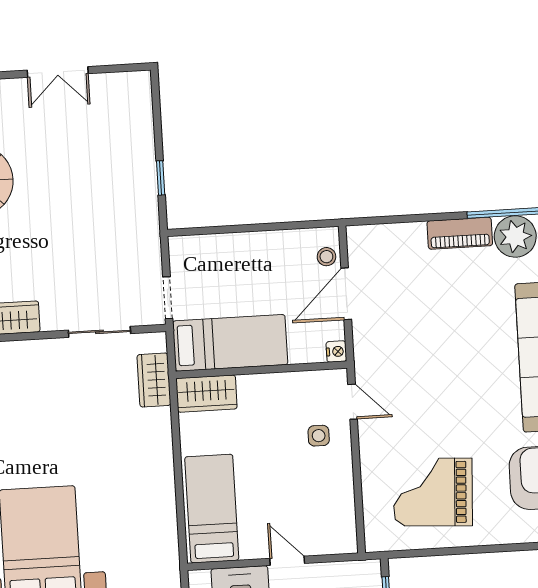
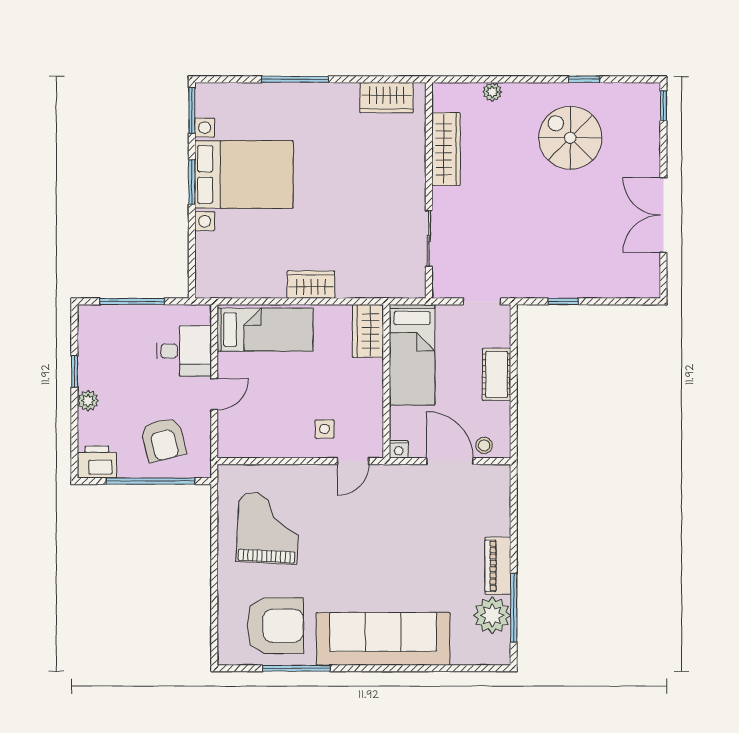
double door: (58, 72) -> (663, 215), width x1.37
cot: (246, 247) -> (497, 374), added
doorway: (168, 298) -> (482, 301), moved
wardrobe: (154, 380) -> (311, 285), moved

